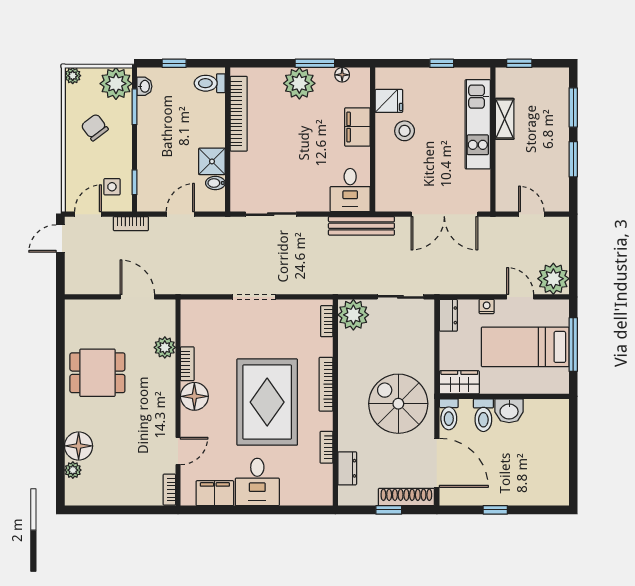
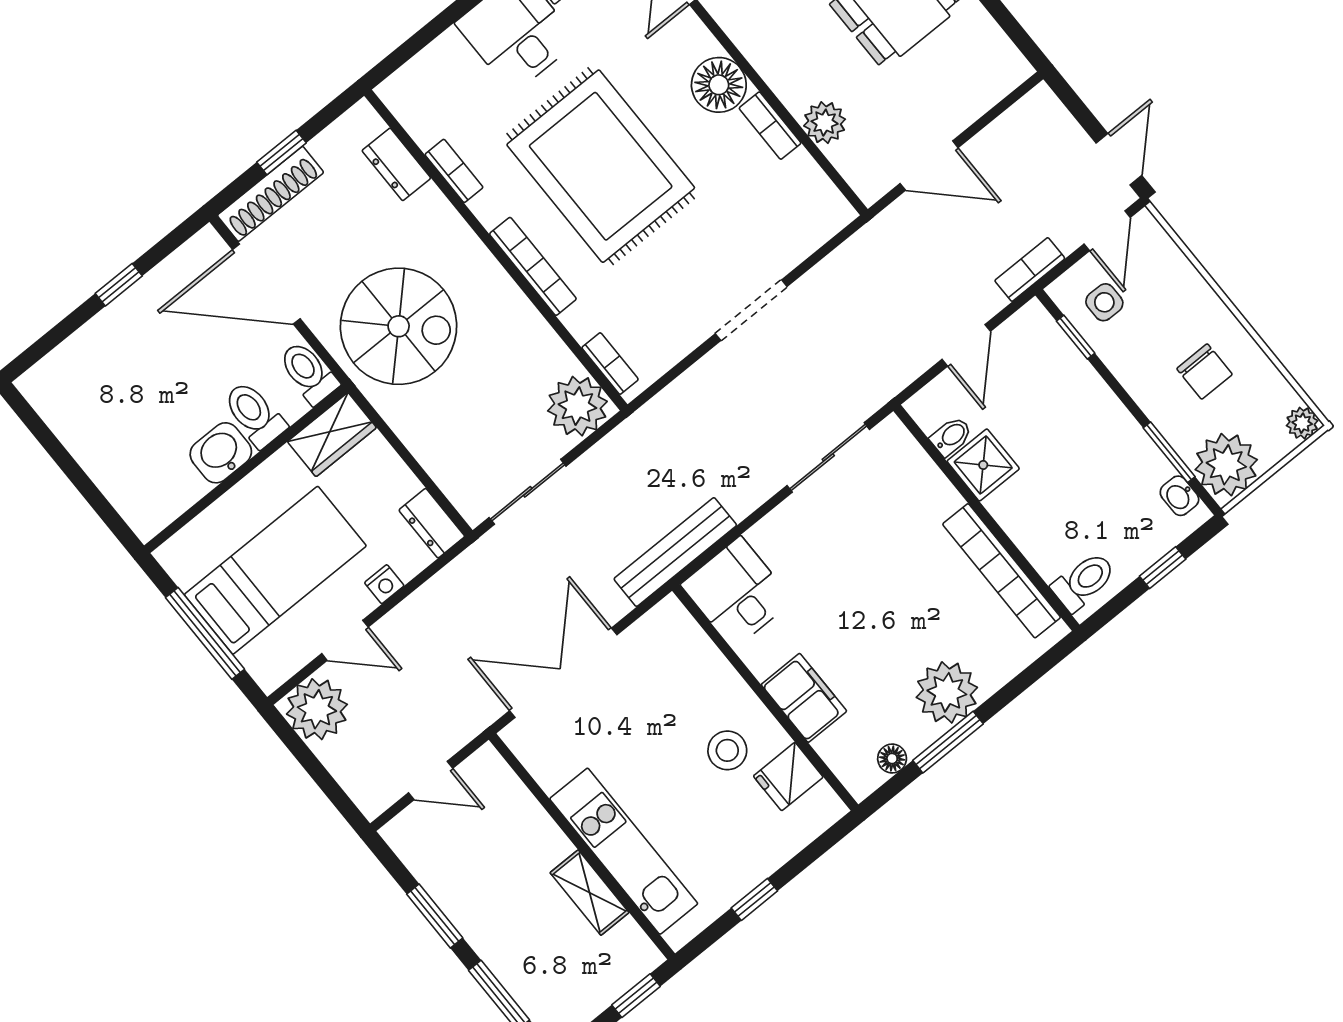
chair: (95, 127) -> (1204, 371), turned 37

